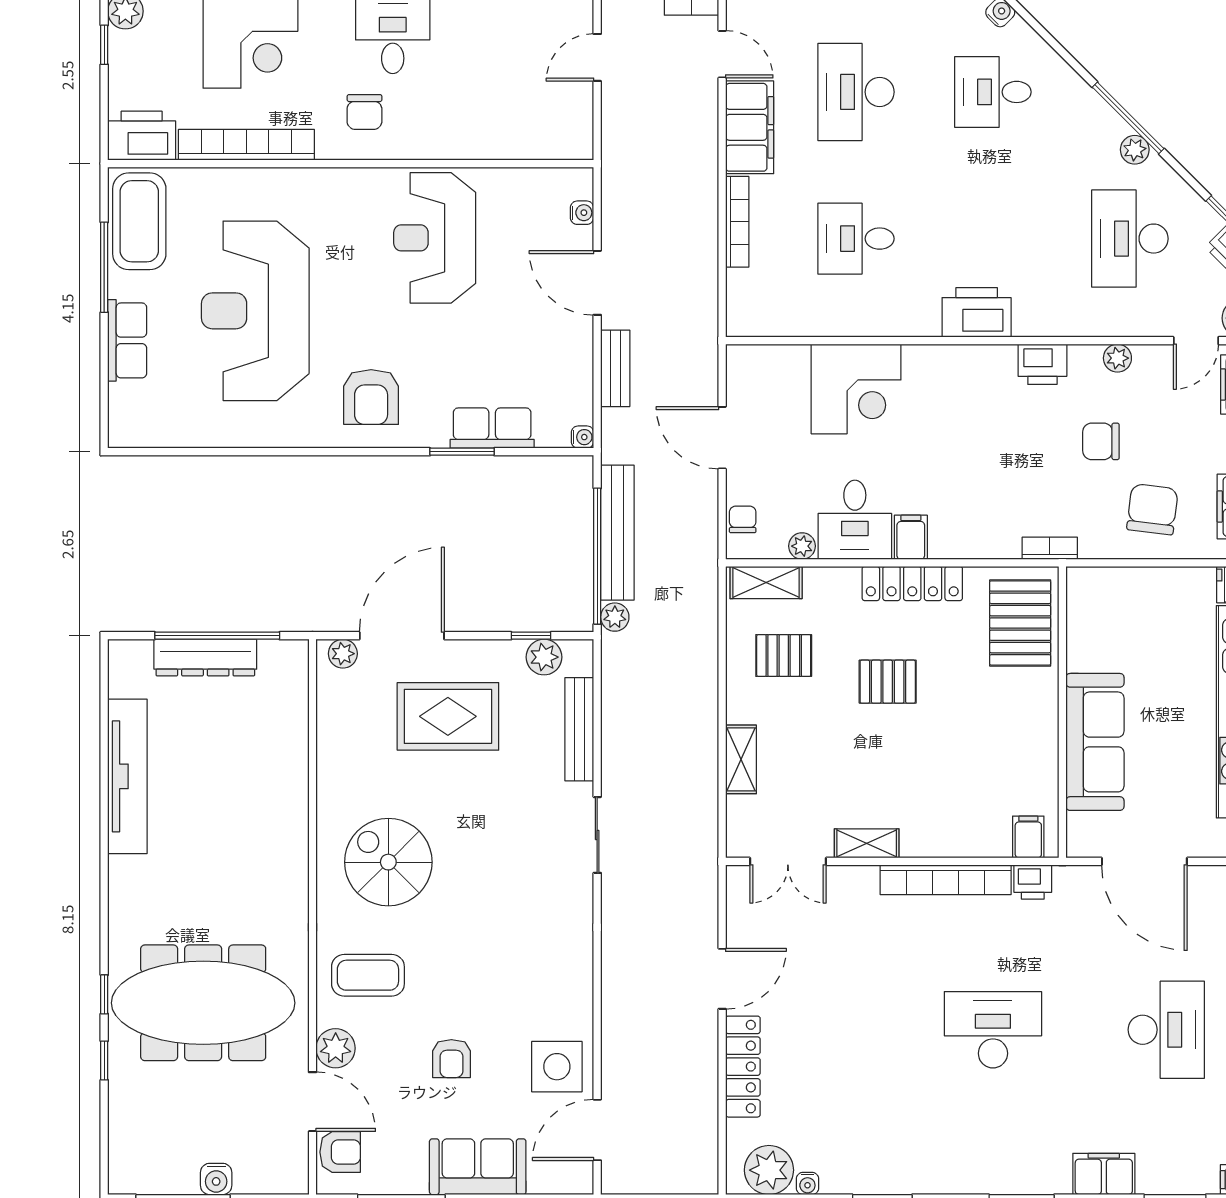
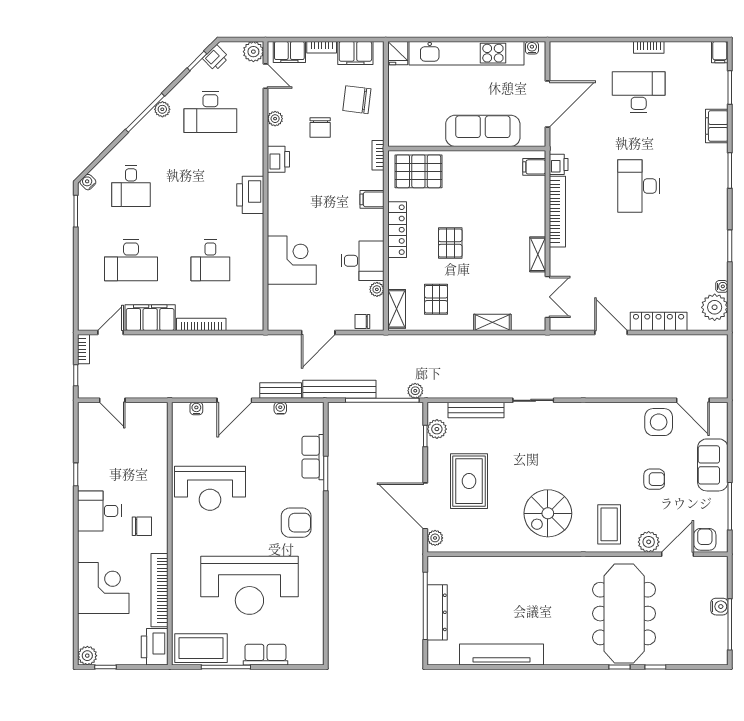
water cooler: (583, 437) -> (280, 408), moved
bench: (617, 533) -> (339, 389), moved
filing cabinet: (911, 537) -> (372, 199), moved

